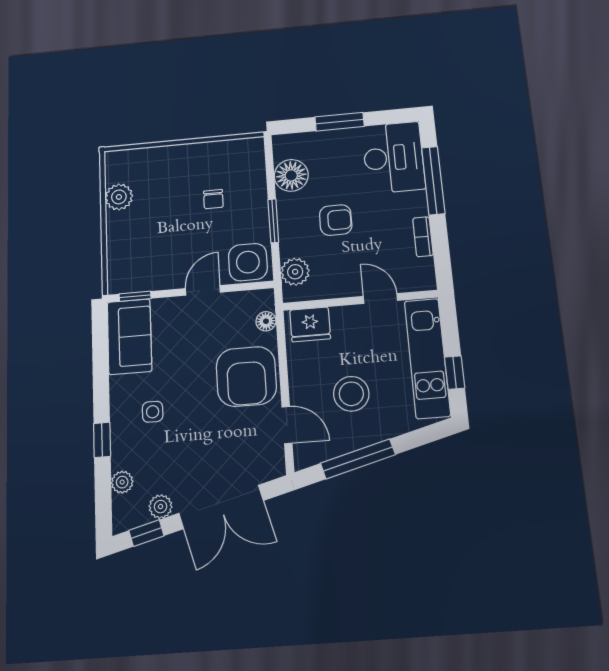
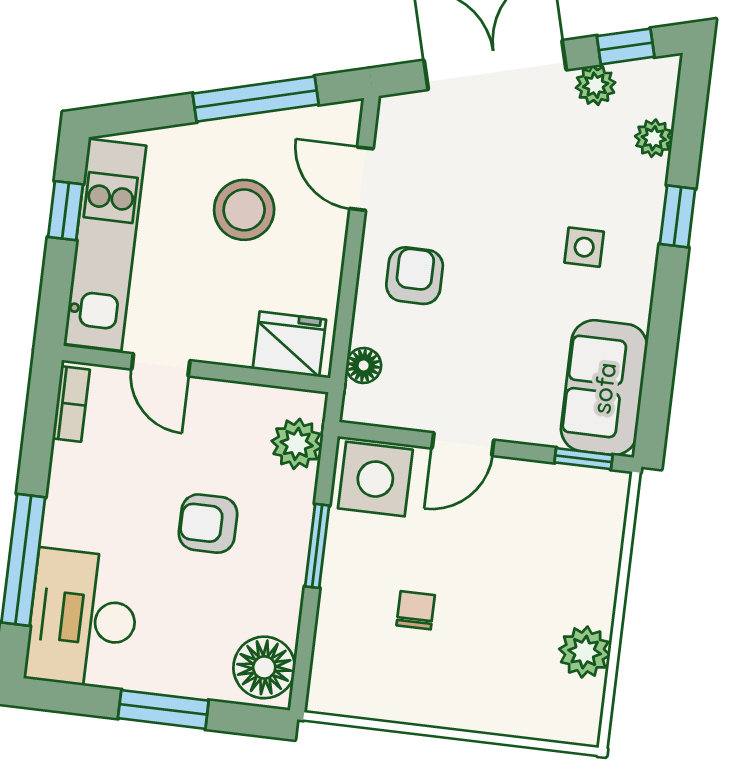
floor lamp: (291, 175) -> (264, 667), moved
bookcase: (423, 237) -> (71, 404), moved
armchair: (246, 376) -> (415, 276), width x0.53, depth x0.53

